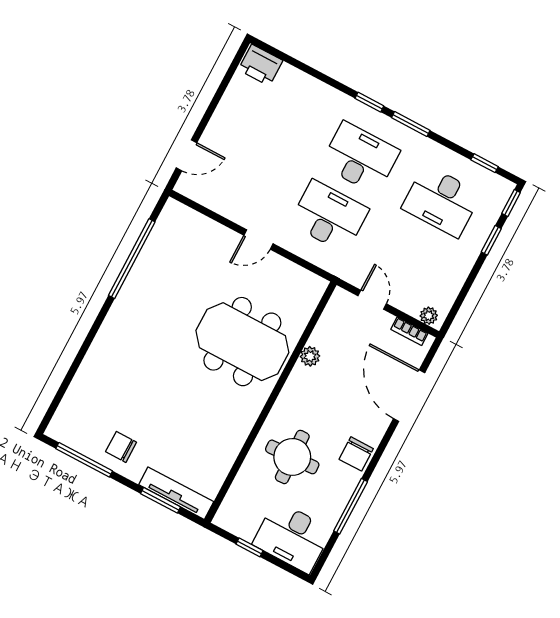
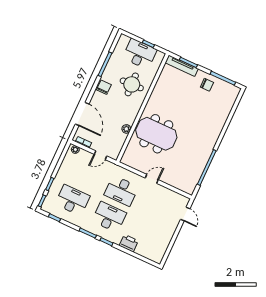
printer: (260, 65) -> (129, 243), moved
door: (187, 155) -> (185, 214), swing flipped
desk: (360, 158) -> (109, 217), turned 180
door: (372, 300) -> (100, 155), hinge flipped
desk: (292, 537) -> (140, 54), moved

